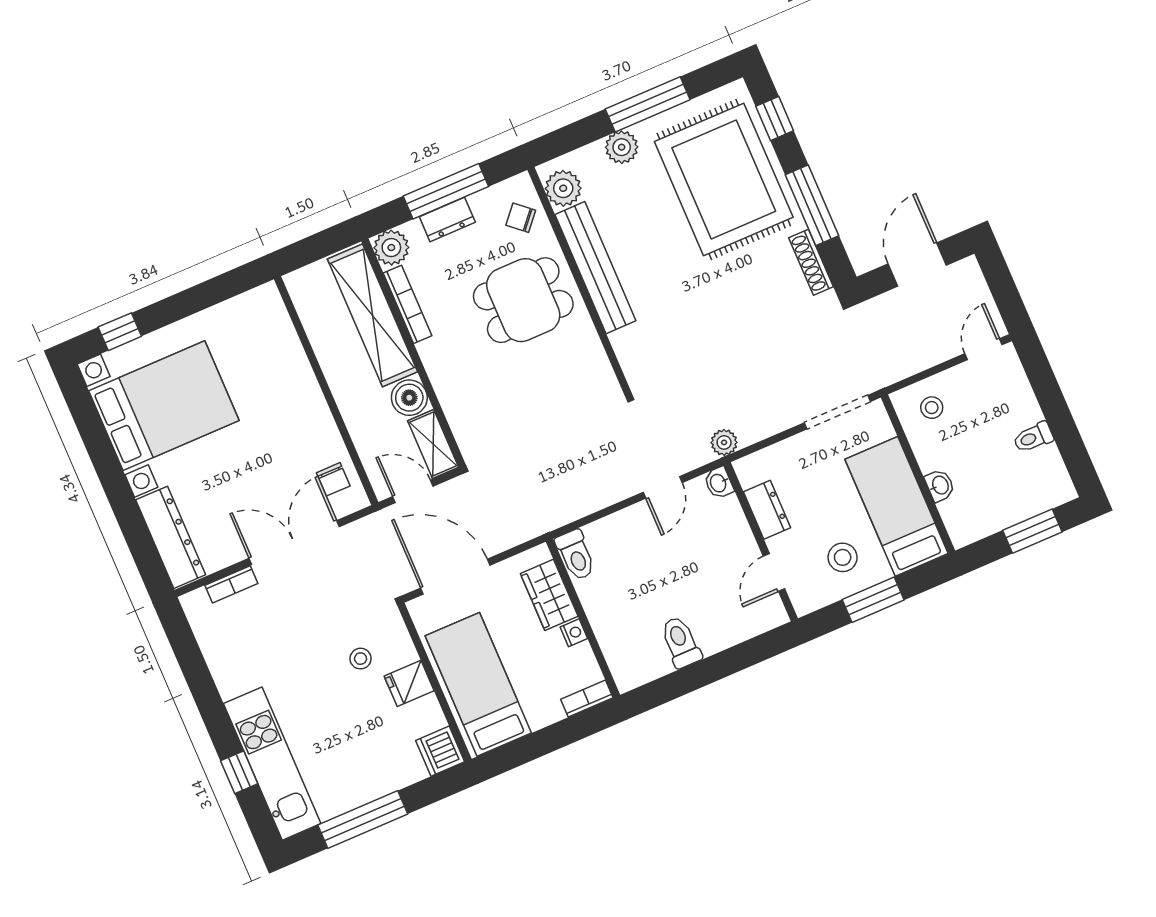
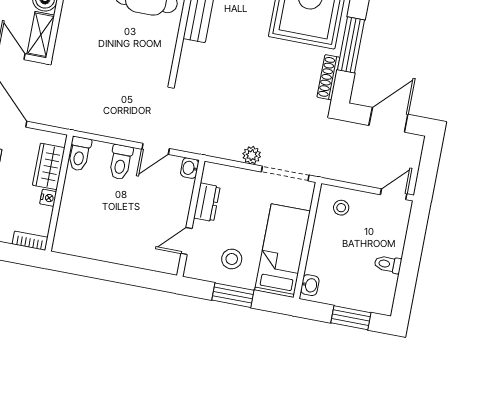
plant: (724, 442) -> (252, 155), moved
washbasin: (940, 485) -> (310, 285), moved
toilet: (681, 642) -> (121, 162), moved, turned 180

